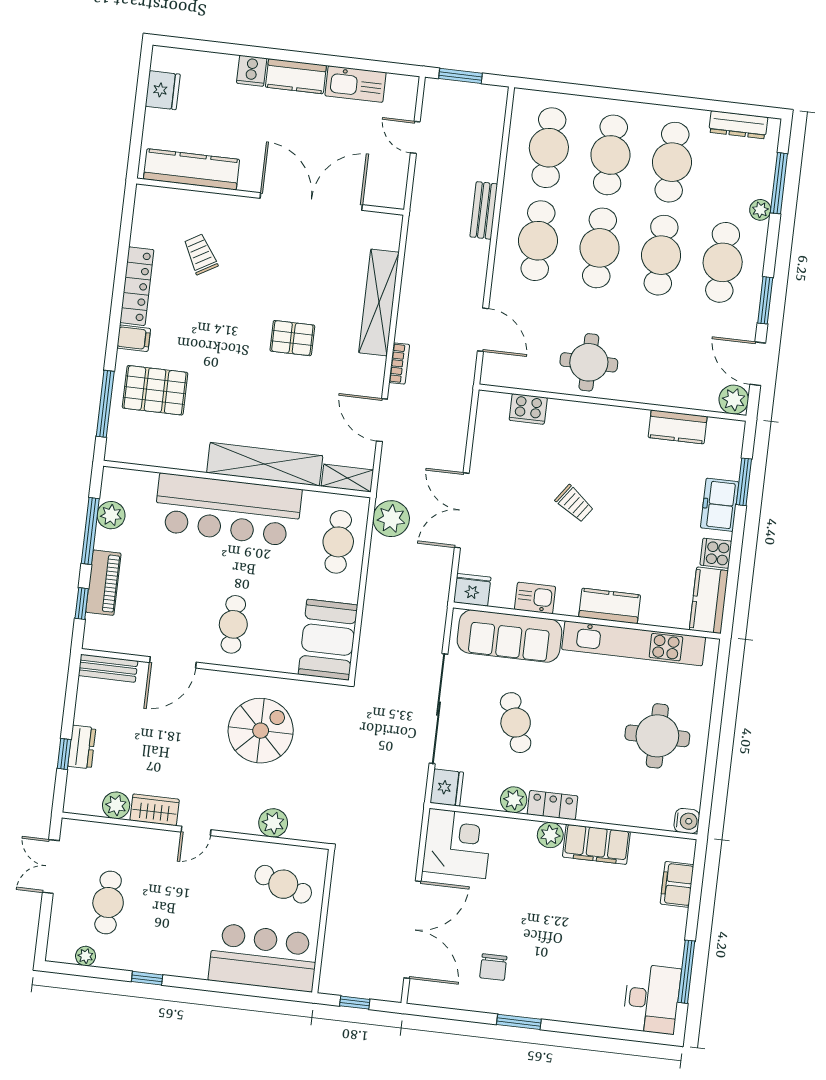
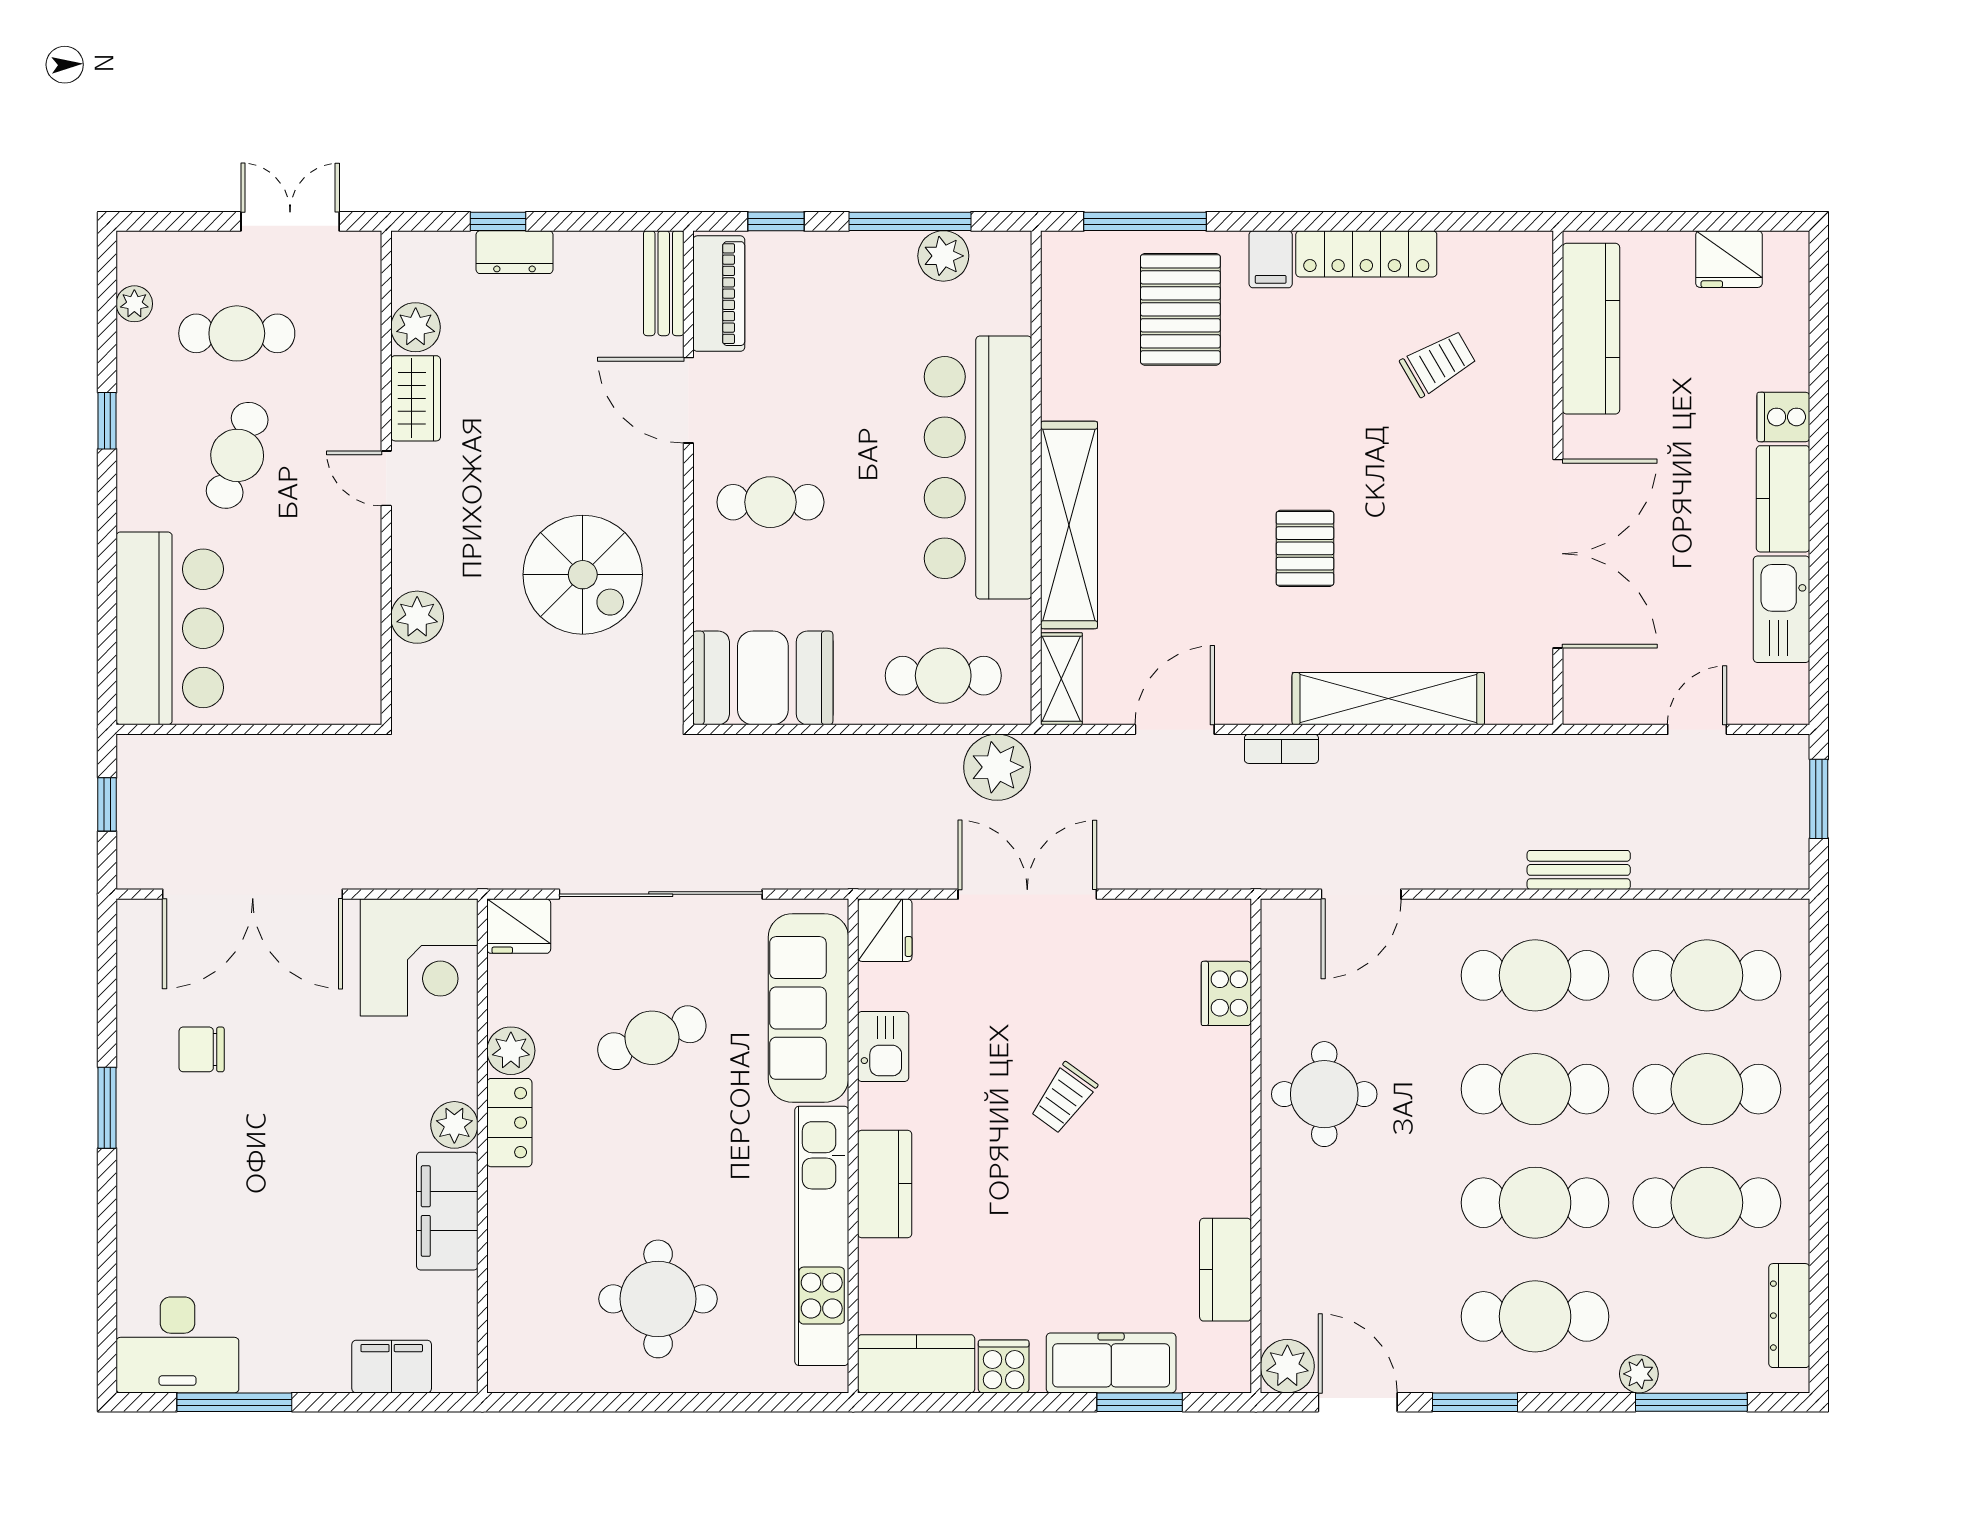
door: (758, 364) -> (1358, 1402), hinge flipped
freezer: (720, 505) -> (1111, 1363), width x1.40
piano: (103, 583) -> (719, 294), moved, turned -90
water cooler: (687, 821) -> (509, 1371), removed
cafe table: (283, 884) -> (237, 455), moved

